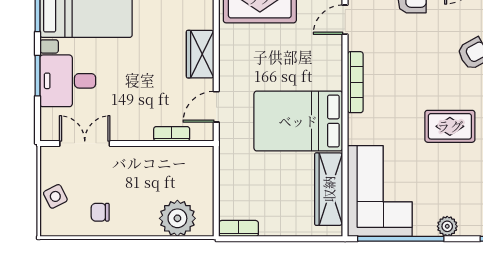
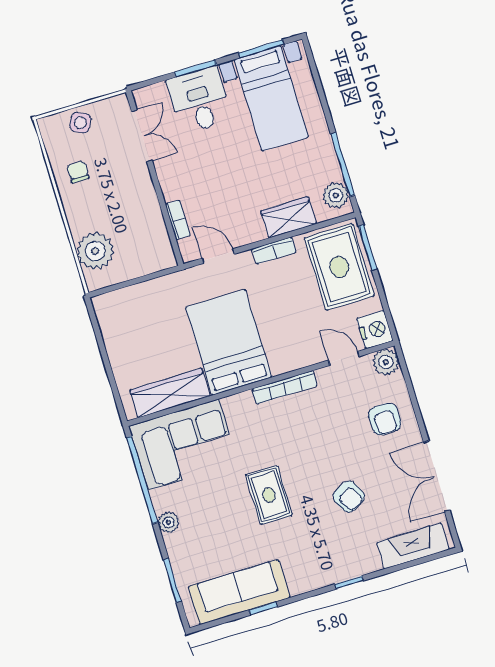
wardrobe: (200, 54) -> (288, 217), moved
side table: (55, 196) -> (80, 123), turned -36
bookcase: (239, 228) -> (274, 251), moved, turned 90

